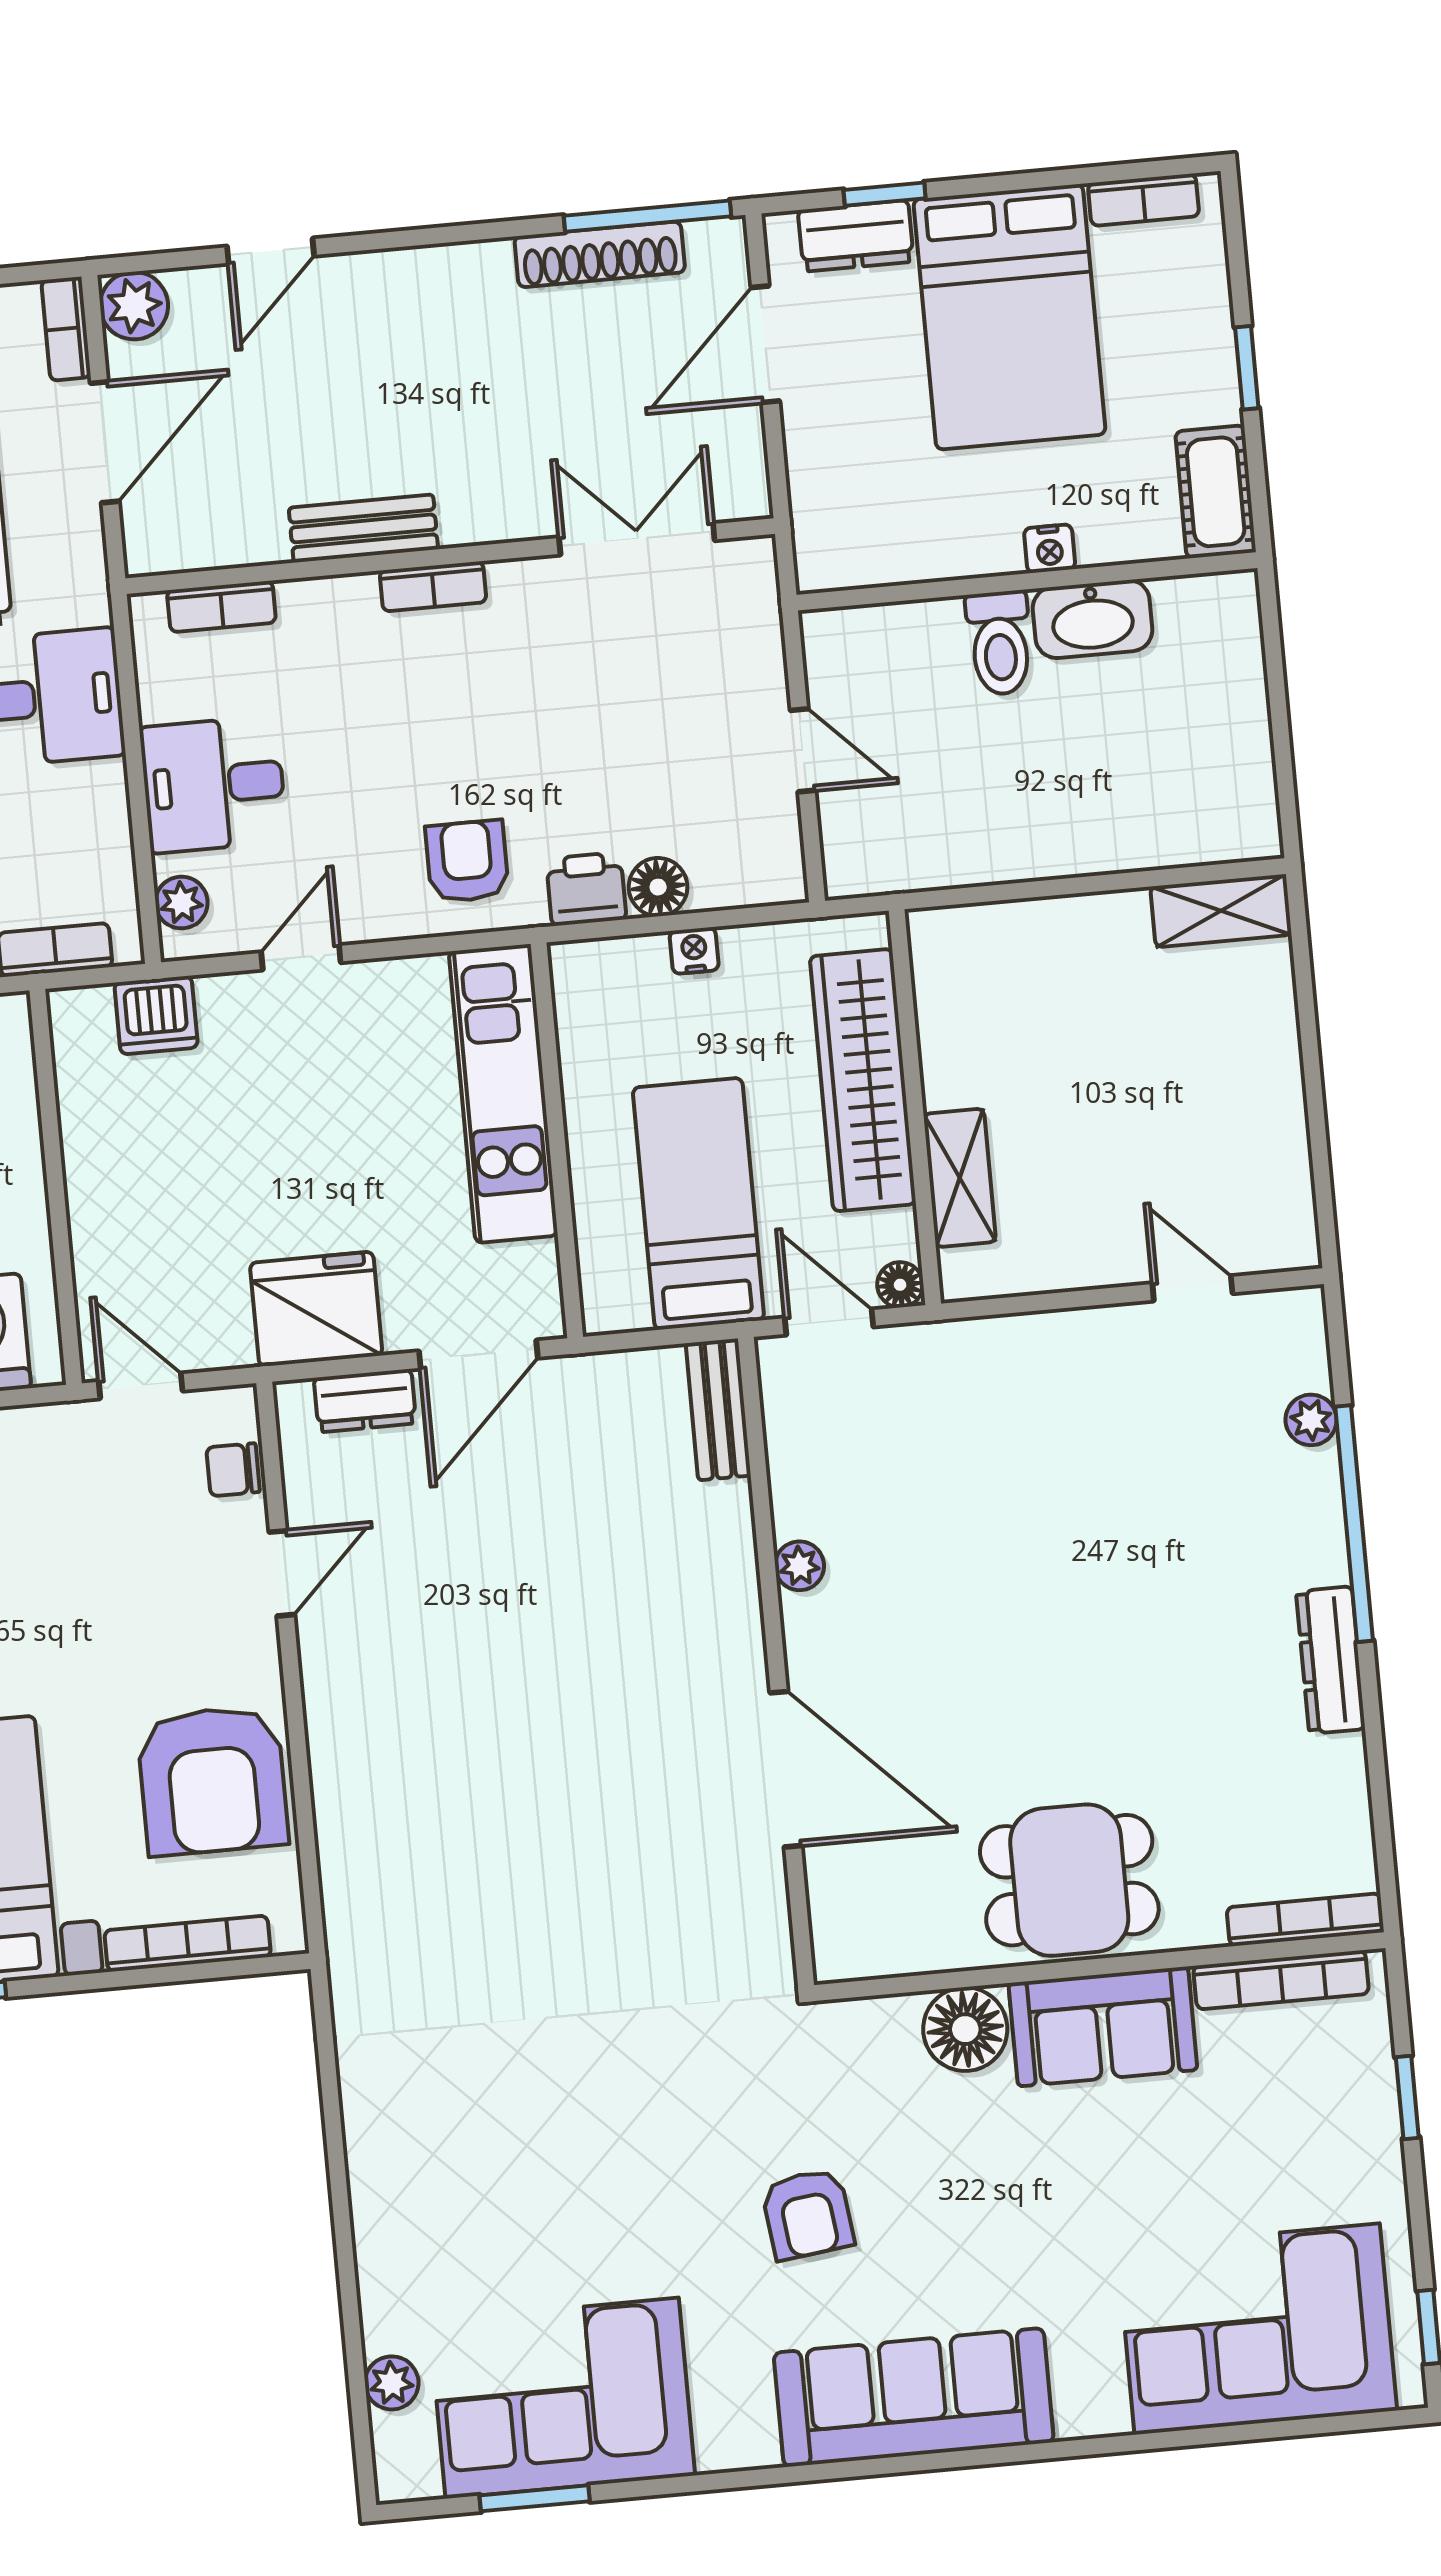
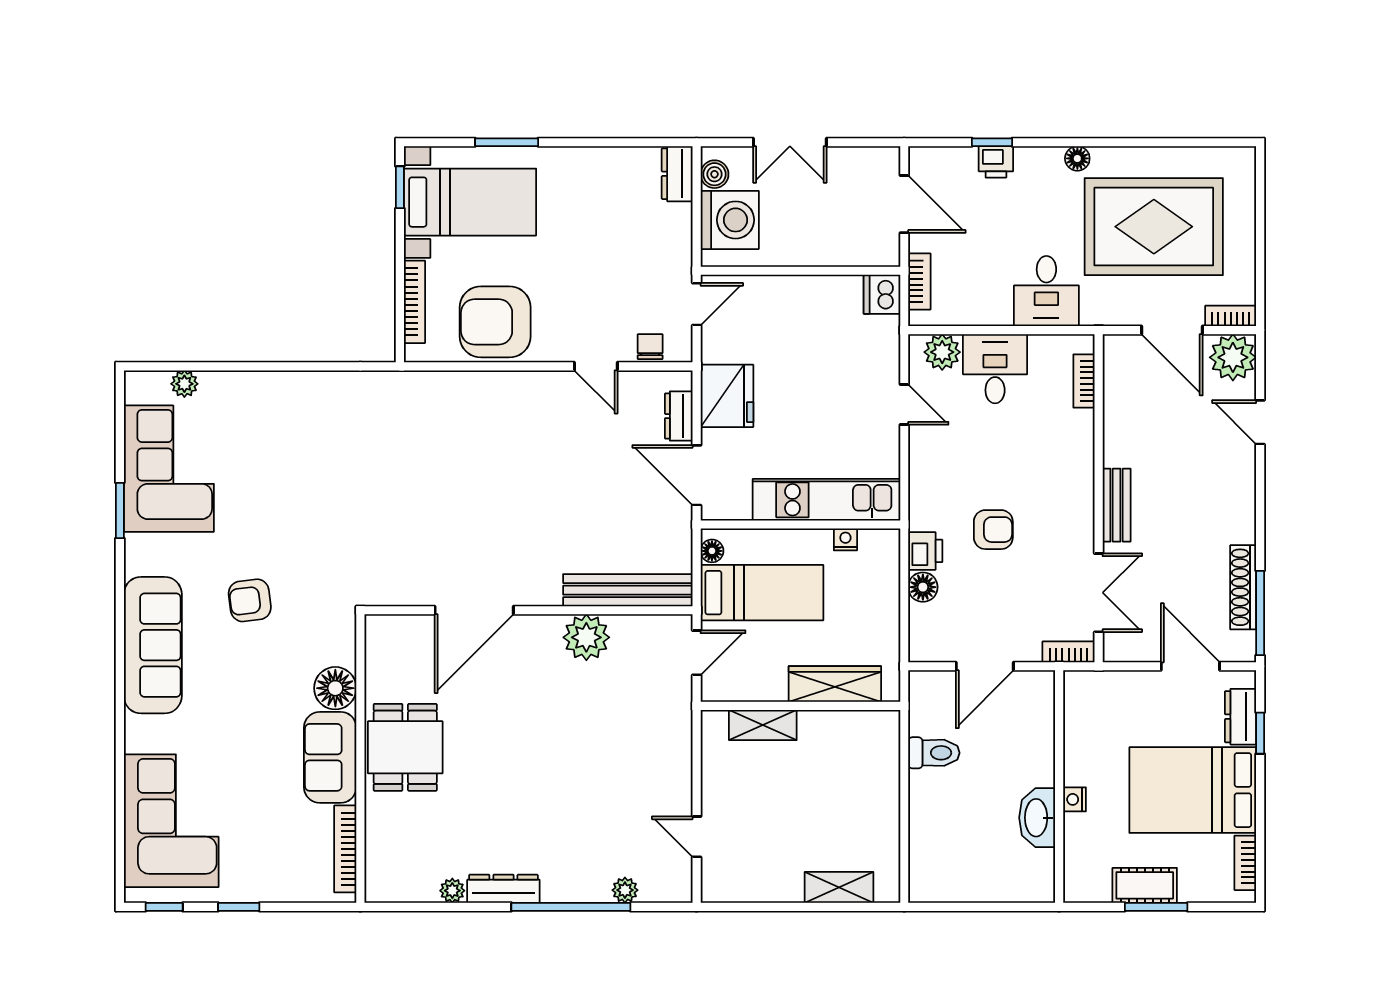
plant: (134, 306) -> (1233, 357), width x1.36, depth x1.36
window: (1247, 368) -> (1156, 907), width x1.50
cot: (1216, 492) -> (1145, 885), moved
bench: (363, 528) -> (1117, 505), moved
bookcase: (433, 586) -> (1069, 652), moved, turned 90
toilet: (1000, 643) -> (934, 753), moved, turned 180
door: (803, 750) -> (985, 666), width x1.37
armchair: (467, 861) -> (993, 530), moved
plant: (181, 903) -> (942, 352), width x1.38, depth x1.38
shelving: (1221, 911) -> (839, 887), moved, turned 90
nightstand: (694, 951) -> (845, 539), moved, turned -90
dishwasher: (156, 1015) -> (882, 294), moved
wardrobe: (863, 1080) -> (835, 684), width x0.71, depth x0.85
floor lamp: (900, 1285) -> (712, 551), moved
door: (1192, 1288) -> (697, 837), swing flipped
bench: (718, 1409) -> (628, 590), width x1.86, depth x1.21
plant: (800, 1566) -> (586, 637), width x1.88, depth x1.88
plant: (1344, 1761) -> (452, 891), added
bookcase: (1305, 1920) -> (374, 864), removed
window: (1407, 2097) -> (239, 907), moved
window: (535, 2498) -> (120, 511), moved

